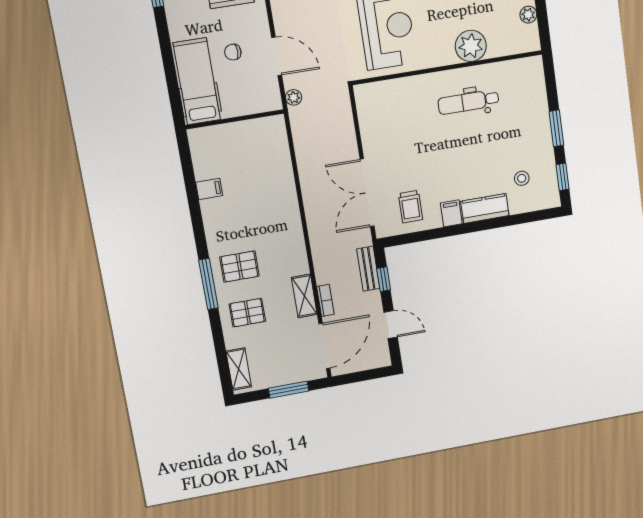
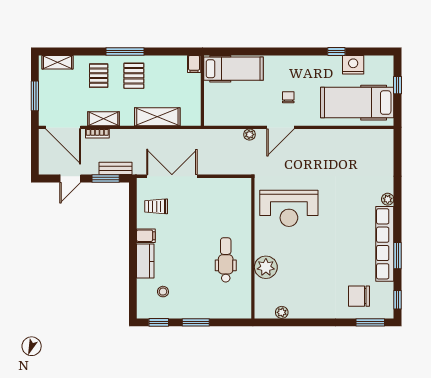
hospital bed: (197, 81) -> (234, 69), moved
wall: (235, 119) -> (202, 91), moved
shelving: (290, 226) -> (157, 117), added
window: (384, 279) -> (106, 179), width x1.50

